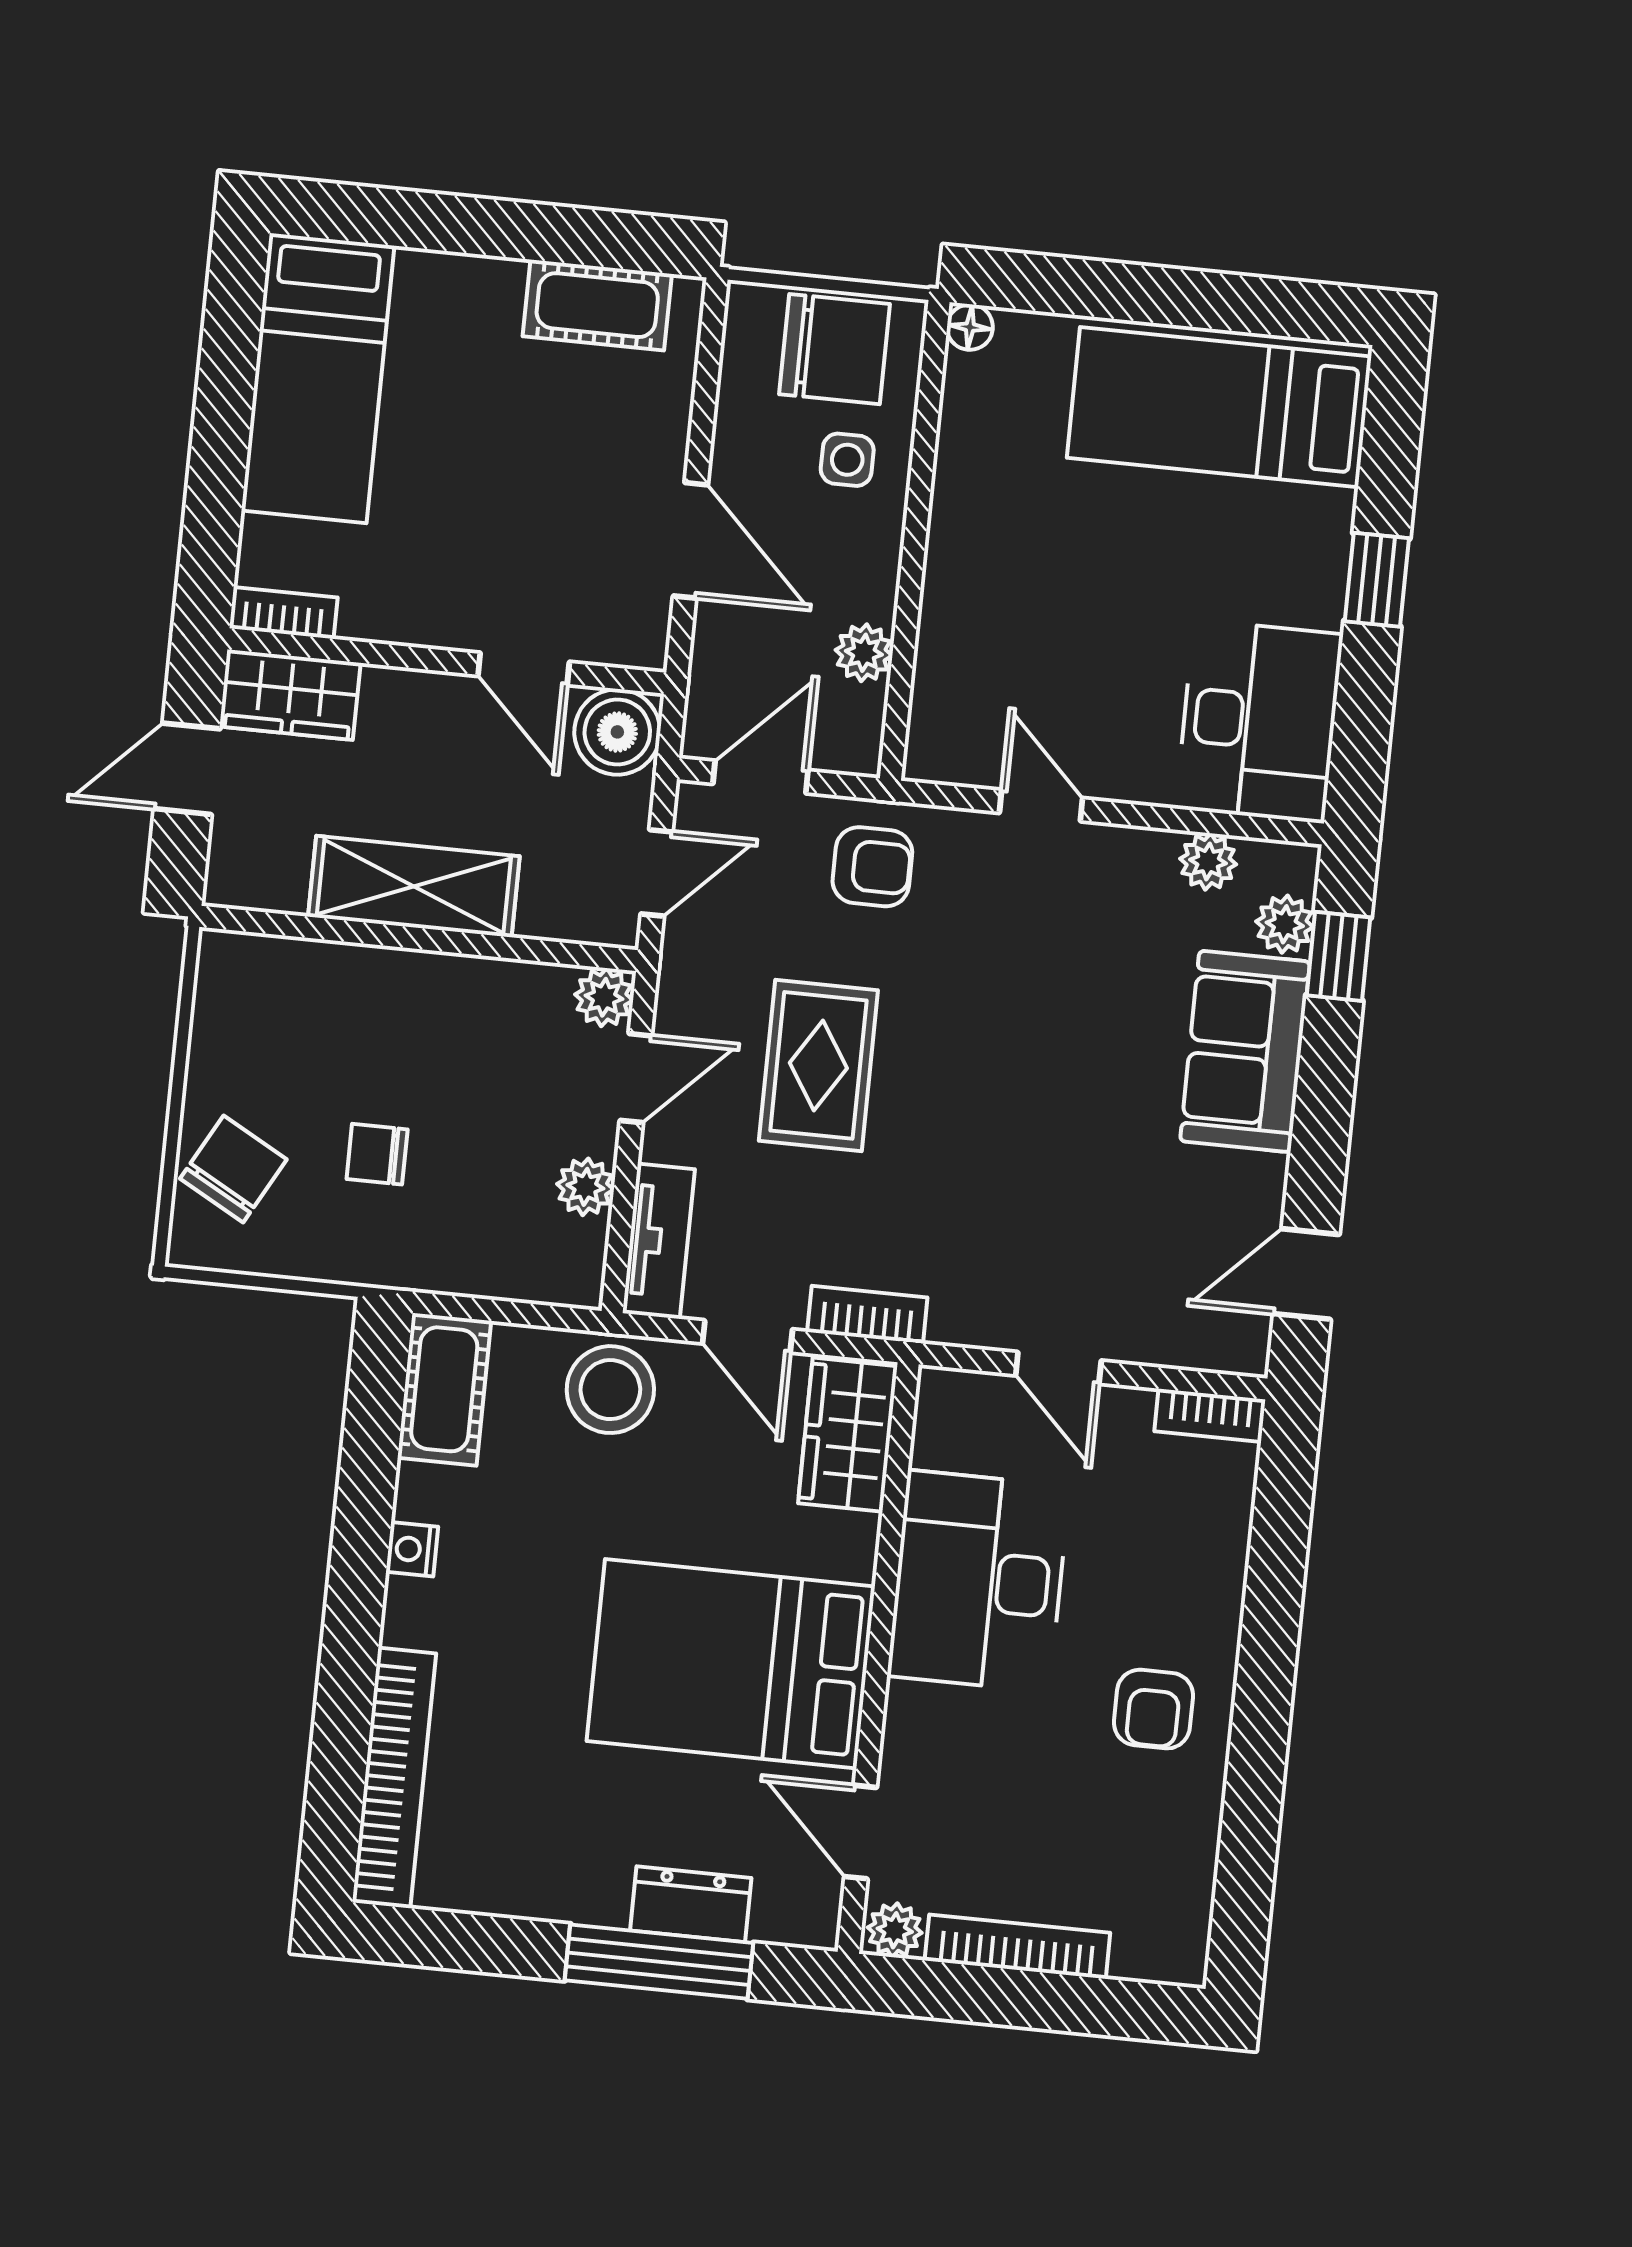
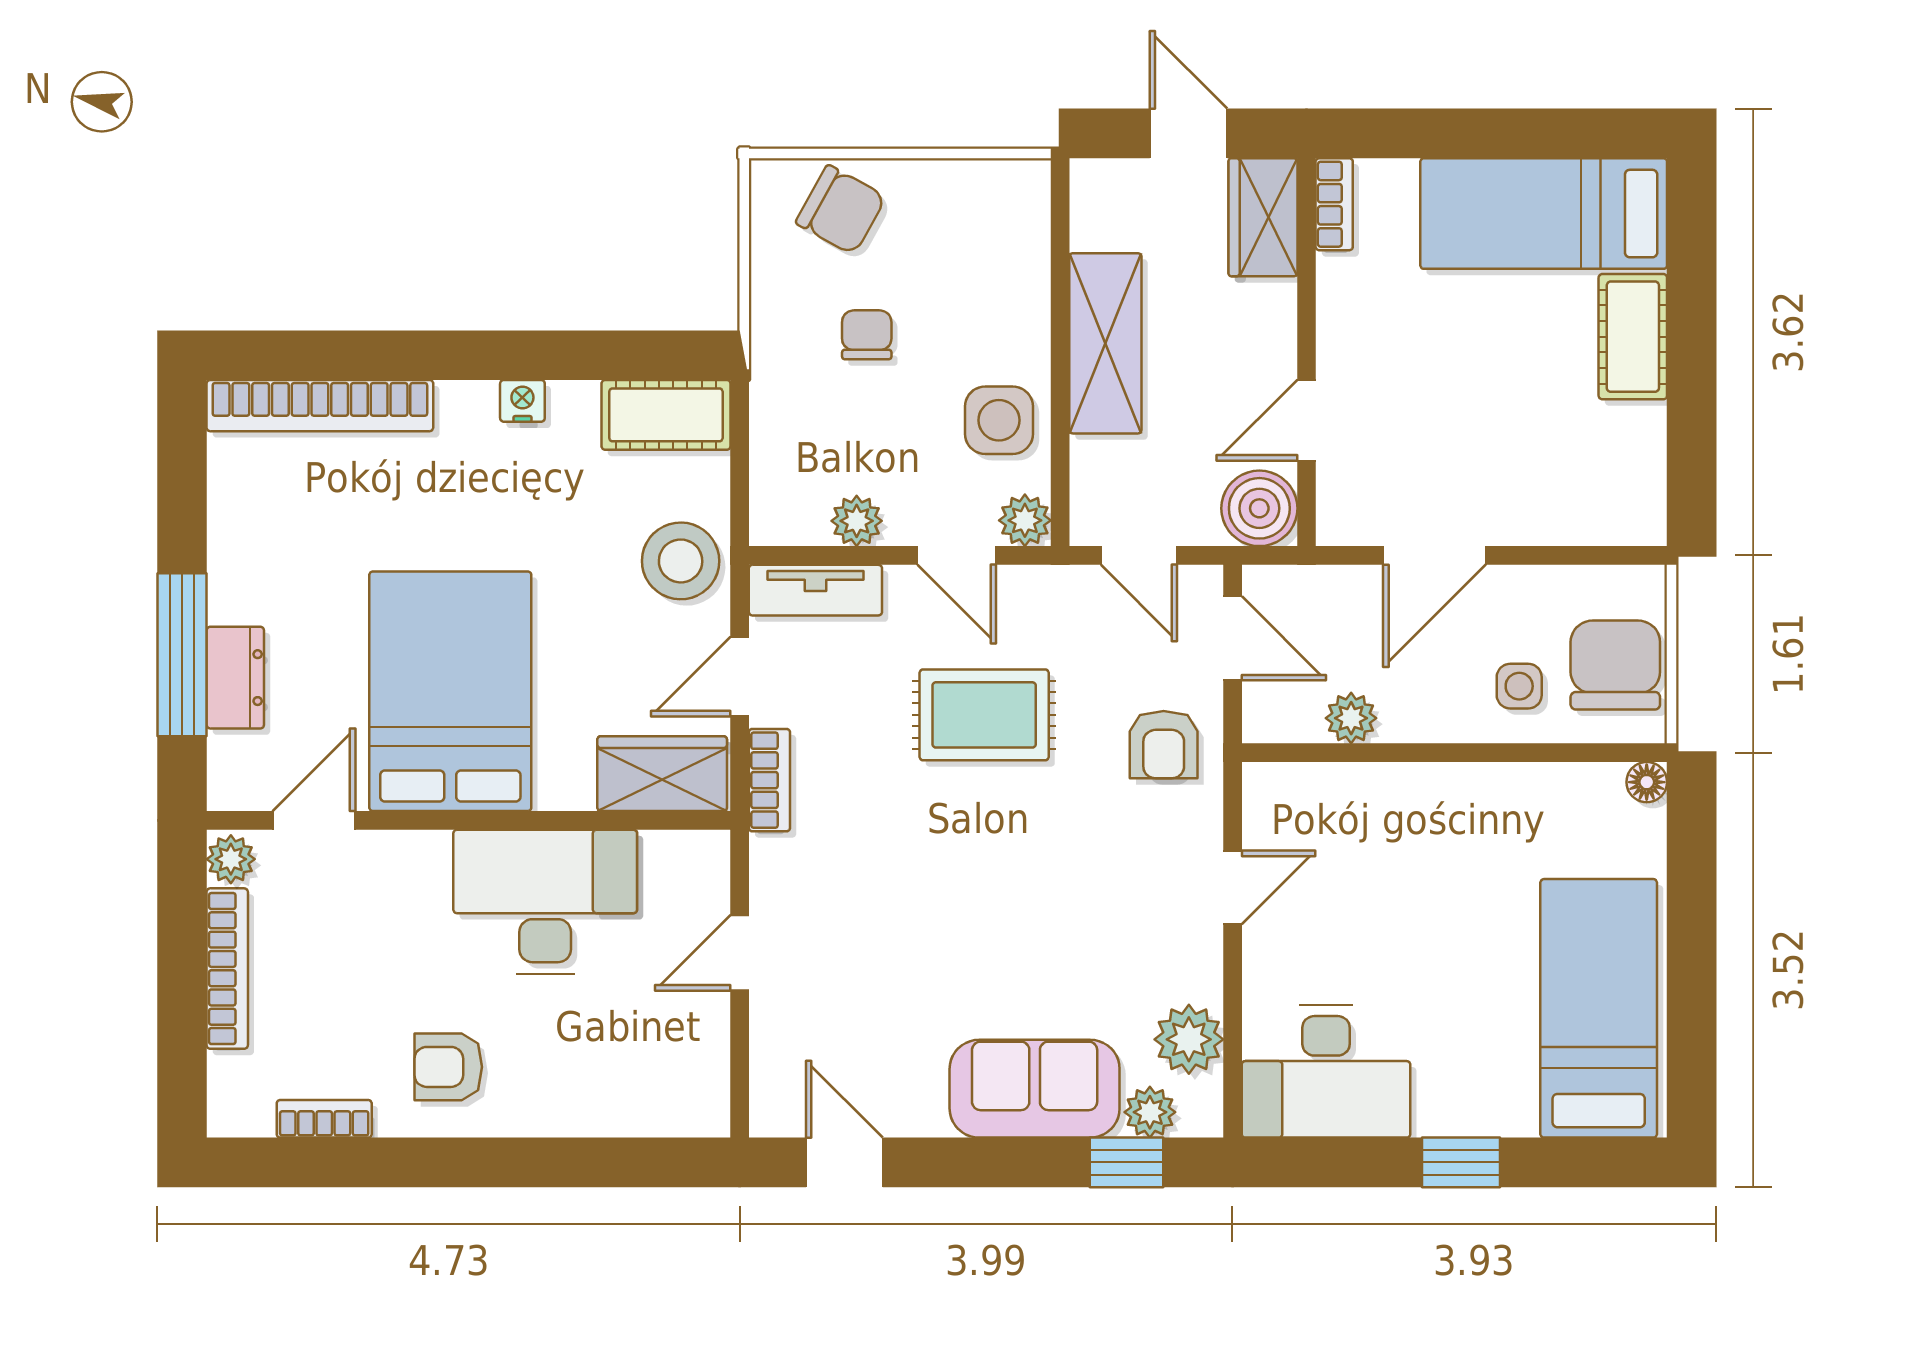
cot: (597, 305) -> (1633, 337), moved
chair: (835, 349) -> (1615, 665), turned 180
plant: (1208, 862) -> (1189, 1039), width x1.38, depth x1.38
side table: (488, 1015) -> (999, 420), added
bookcase: (1210, 1415) -> (324, 1119), moved, turned 90

